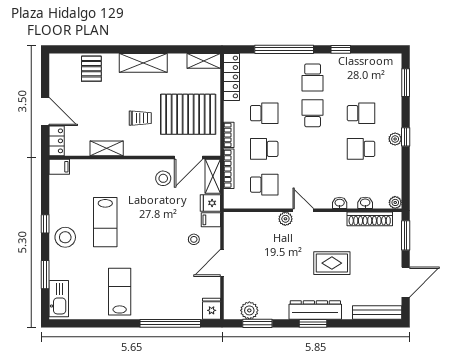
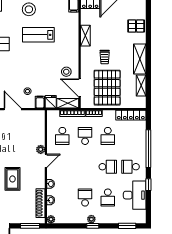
shelving: (204, 61) -> (141, 86), moved
desk: (357, 71) -> (135, 195), added

